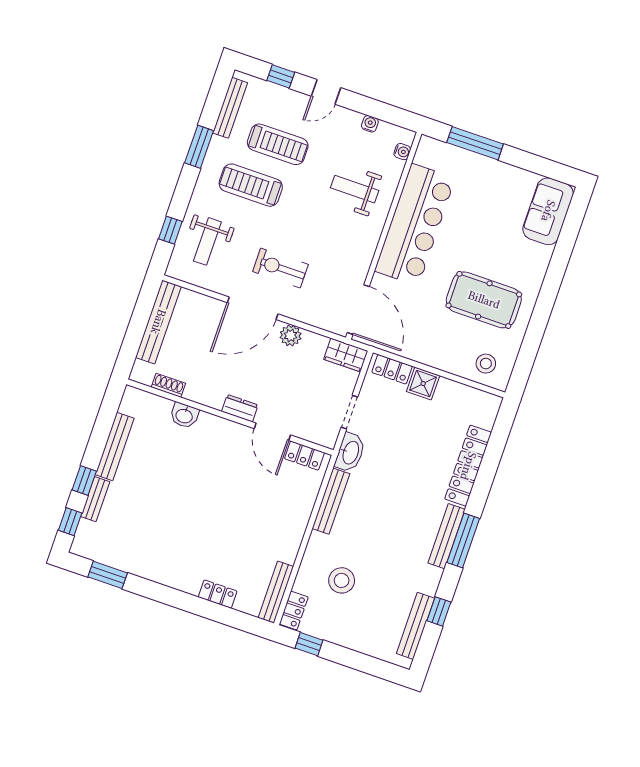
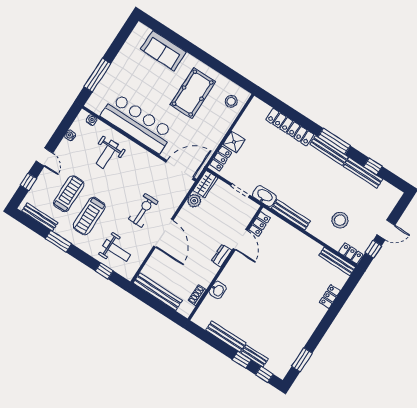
sofa: (548, 211) -> (163, 51), moved
exercise bike: (280, 268) -> (143, 210), turned 180
plant: (291, 335) -> (194, 201), moved
door: (272, 432) -> (240, 240), hinge flipped
bench: (415, 626) -> (363, 173), moved
door: (344, 656) -> (386, 230), added

